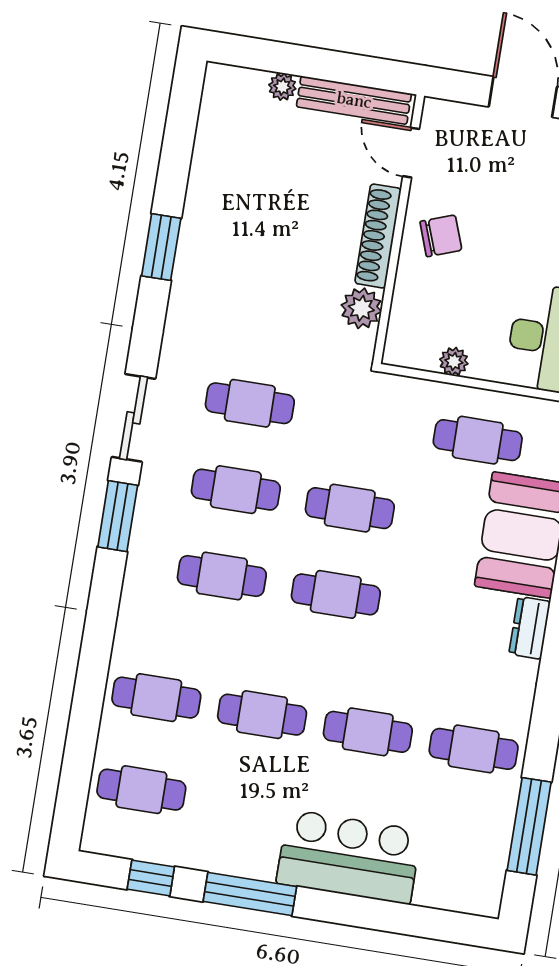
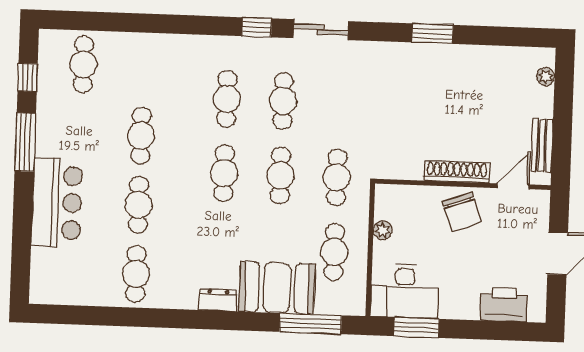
plant: (282, 87) -> (546, 77), moved
bench: (354, 100) -> (542, 145), width x0.73
chair: (441, 236) -> (462, 212), width x1.37, depth x1.37
plant: (361, 308) -> (409, 167), removed
cafe table: (250, 403) -> (337, 177), moved
window: (118, 516) -> (257, 27), width x0.67
cafe table: (156, 698) -> (144, 66), removed
window: (529, 826) -> (91, 316), removed

